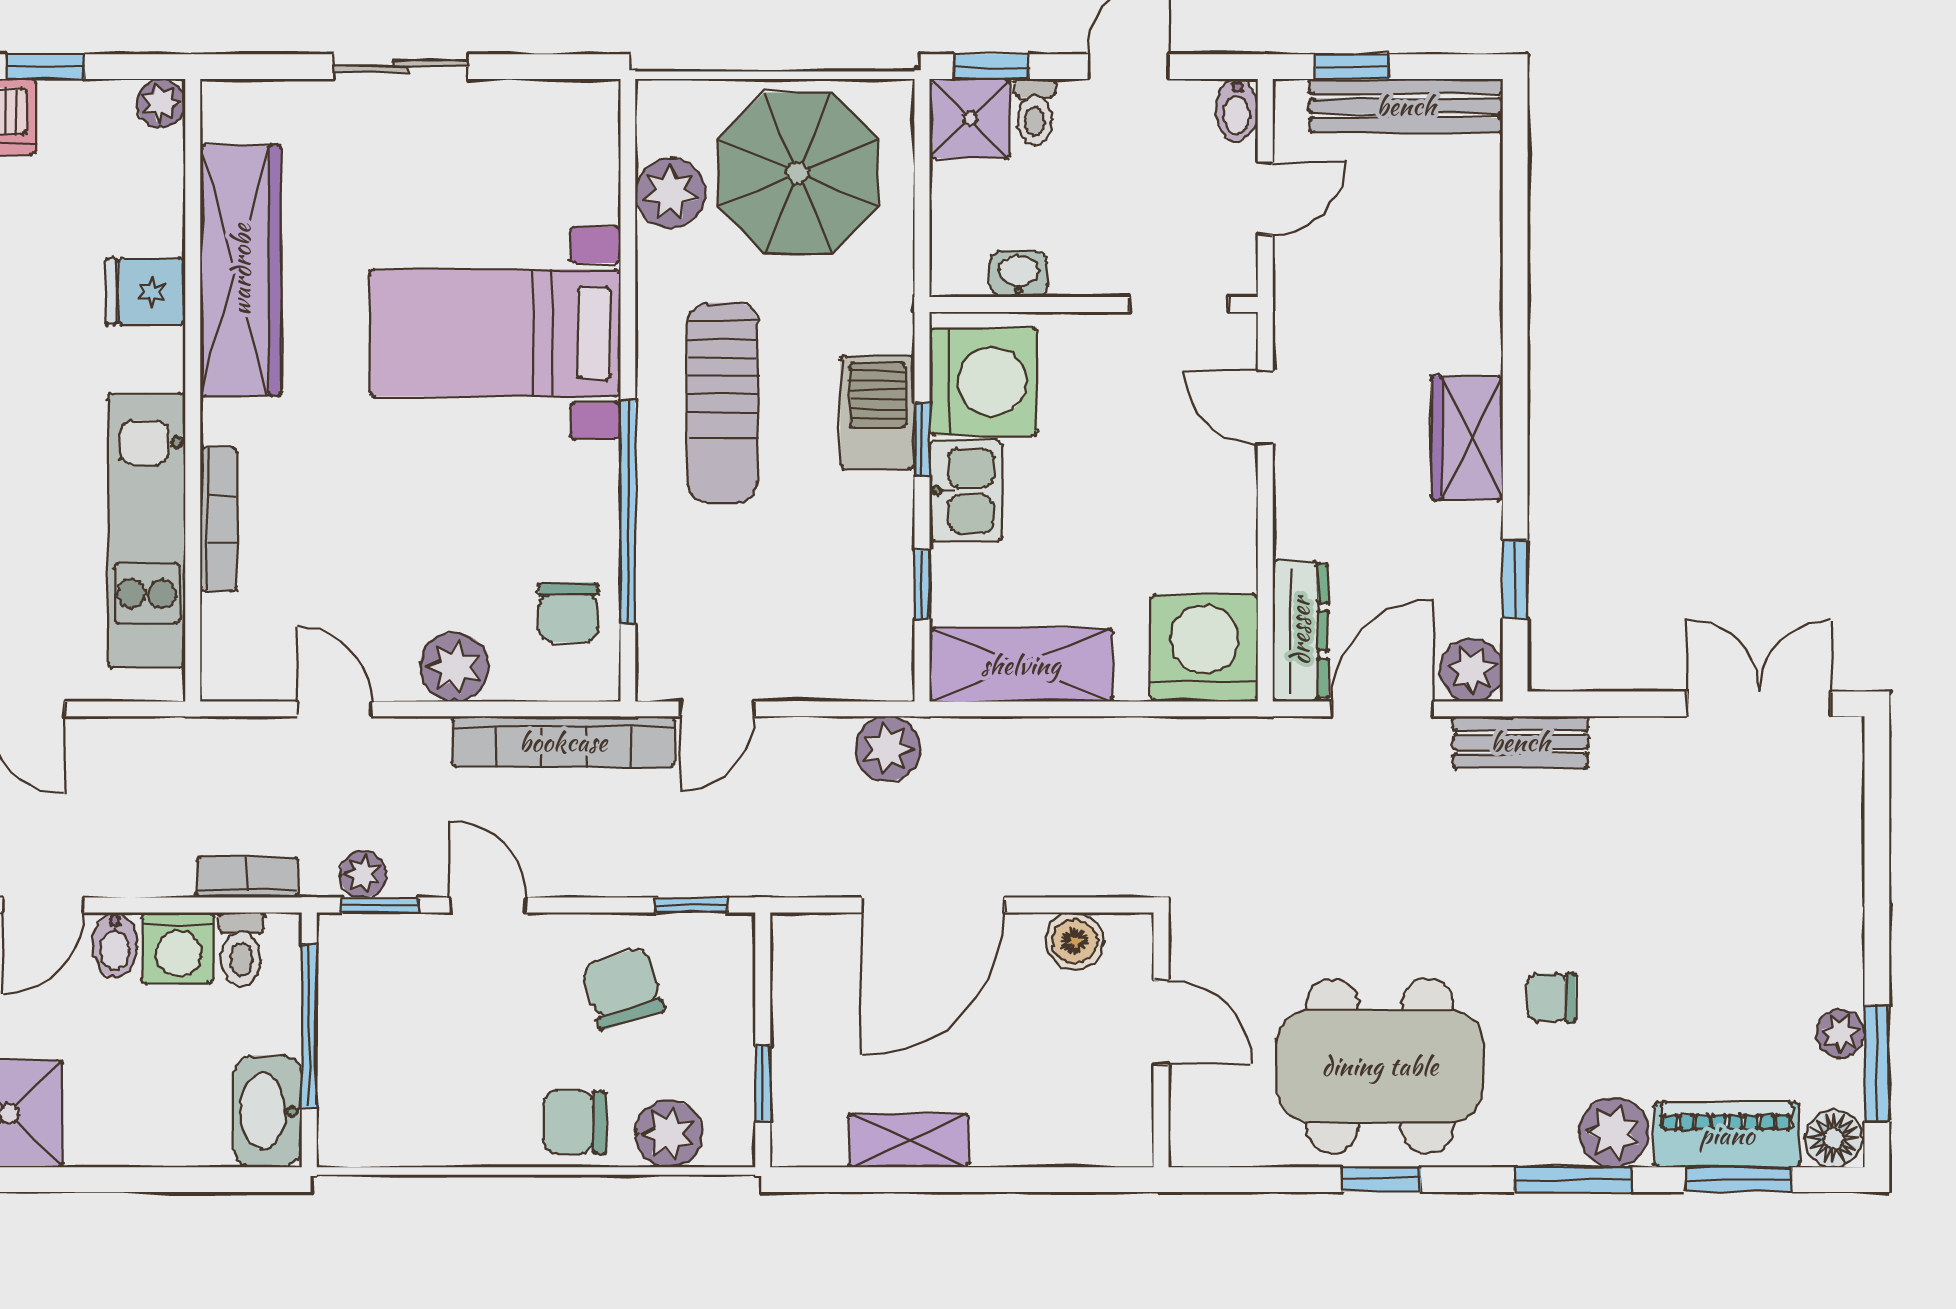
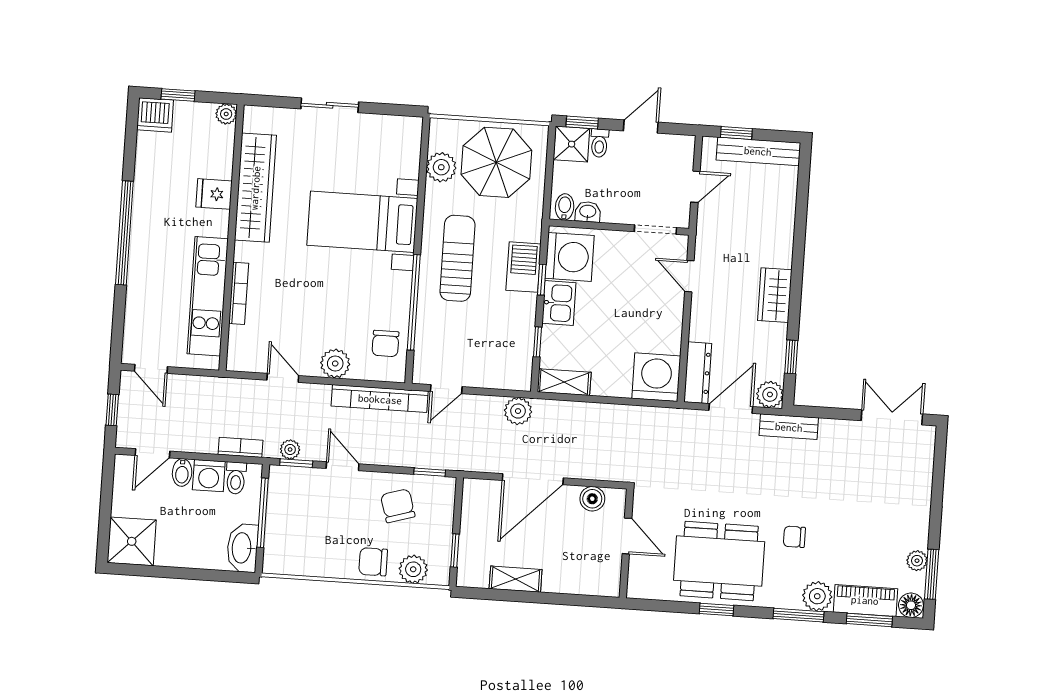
bidet: (1237, 110) -> (565, 207), moved, turned 180
sun lounger: (722, 403) -> (457, 258), turned 180
shelving: (1021, 665) -> (564, 382), width x0.67, depth x0.75

